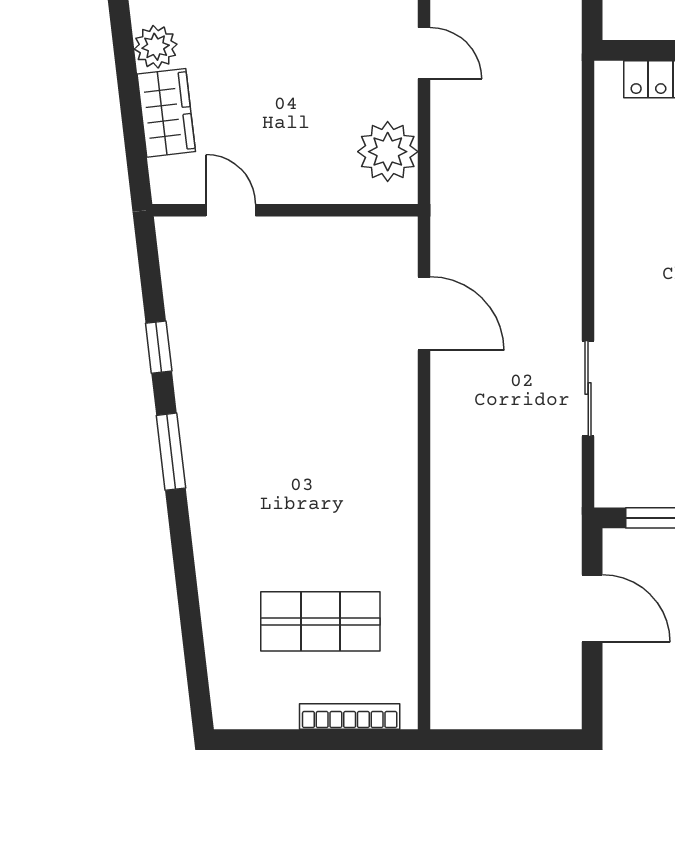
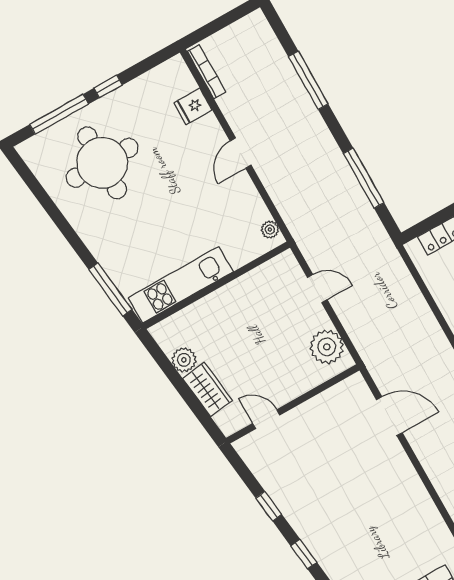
window: (171, 452) -> (304, 554), width x0.67

